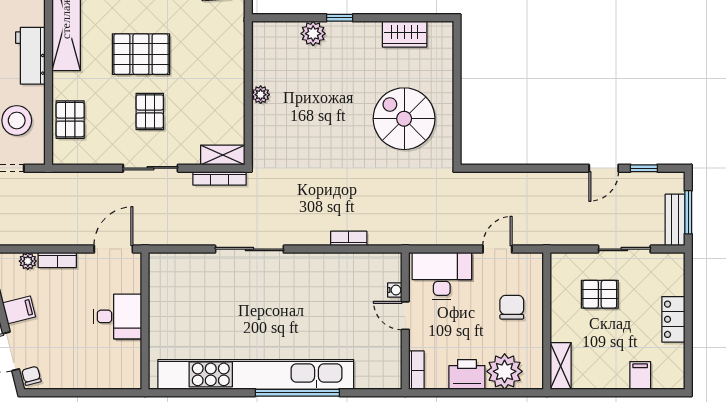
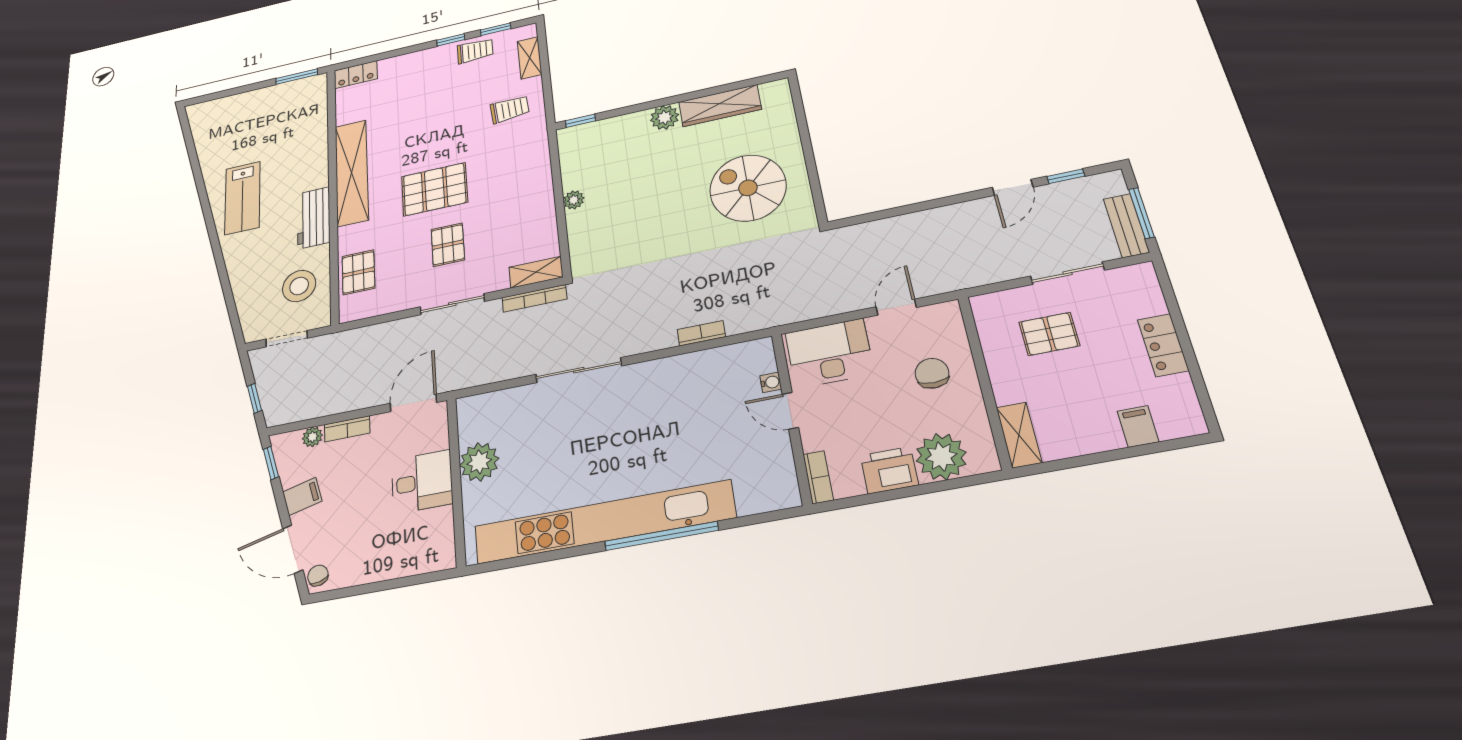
window: (340, 18) -> (581, 121), moved
plant: (313, 34) -> (665, 117), moved
wardrobe: (405, 34) -> (720, 106), width x1.50
plant: (164, 309) -> (479, 462), added

